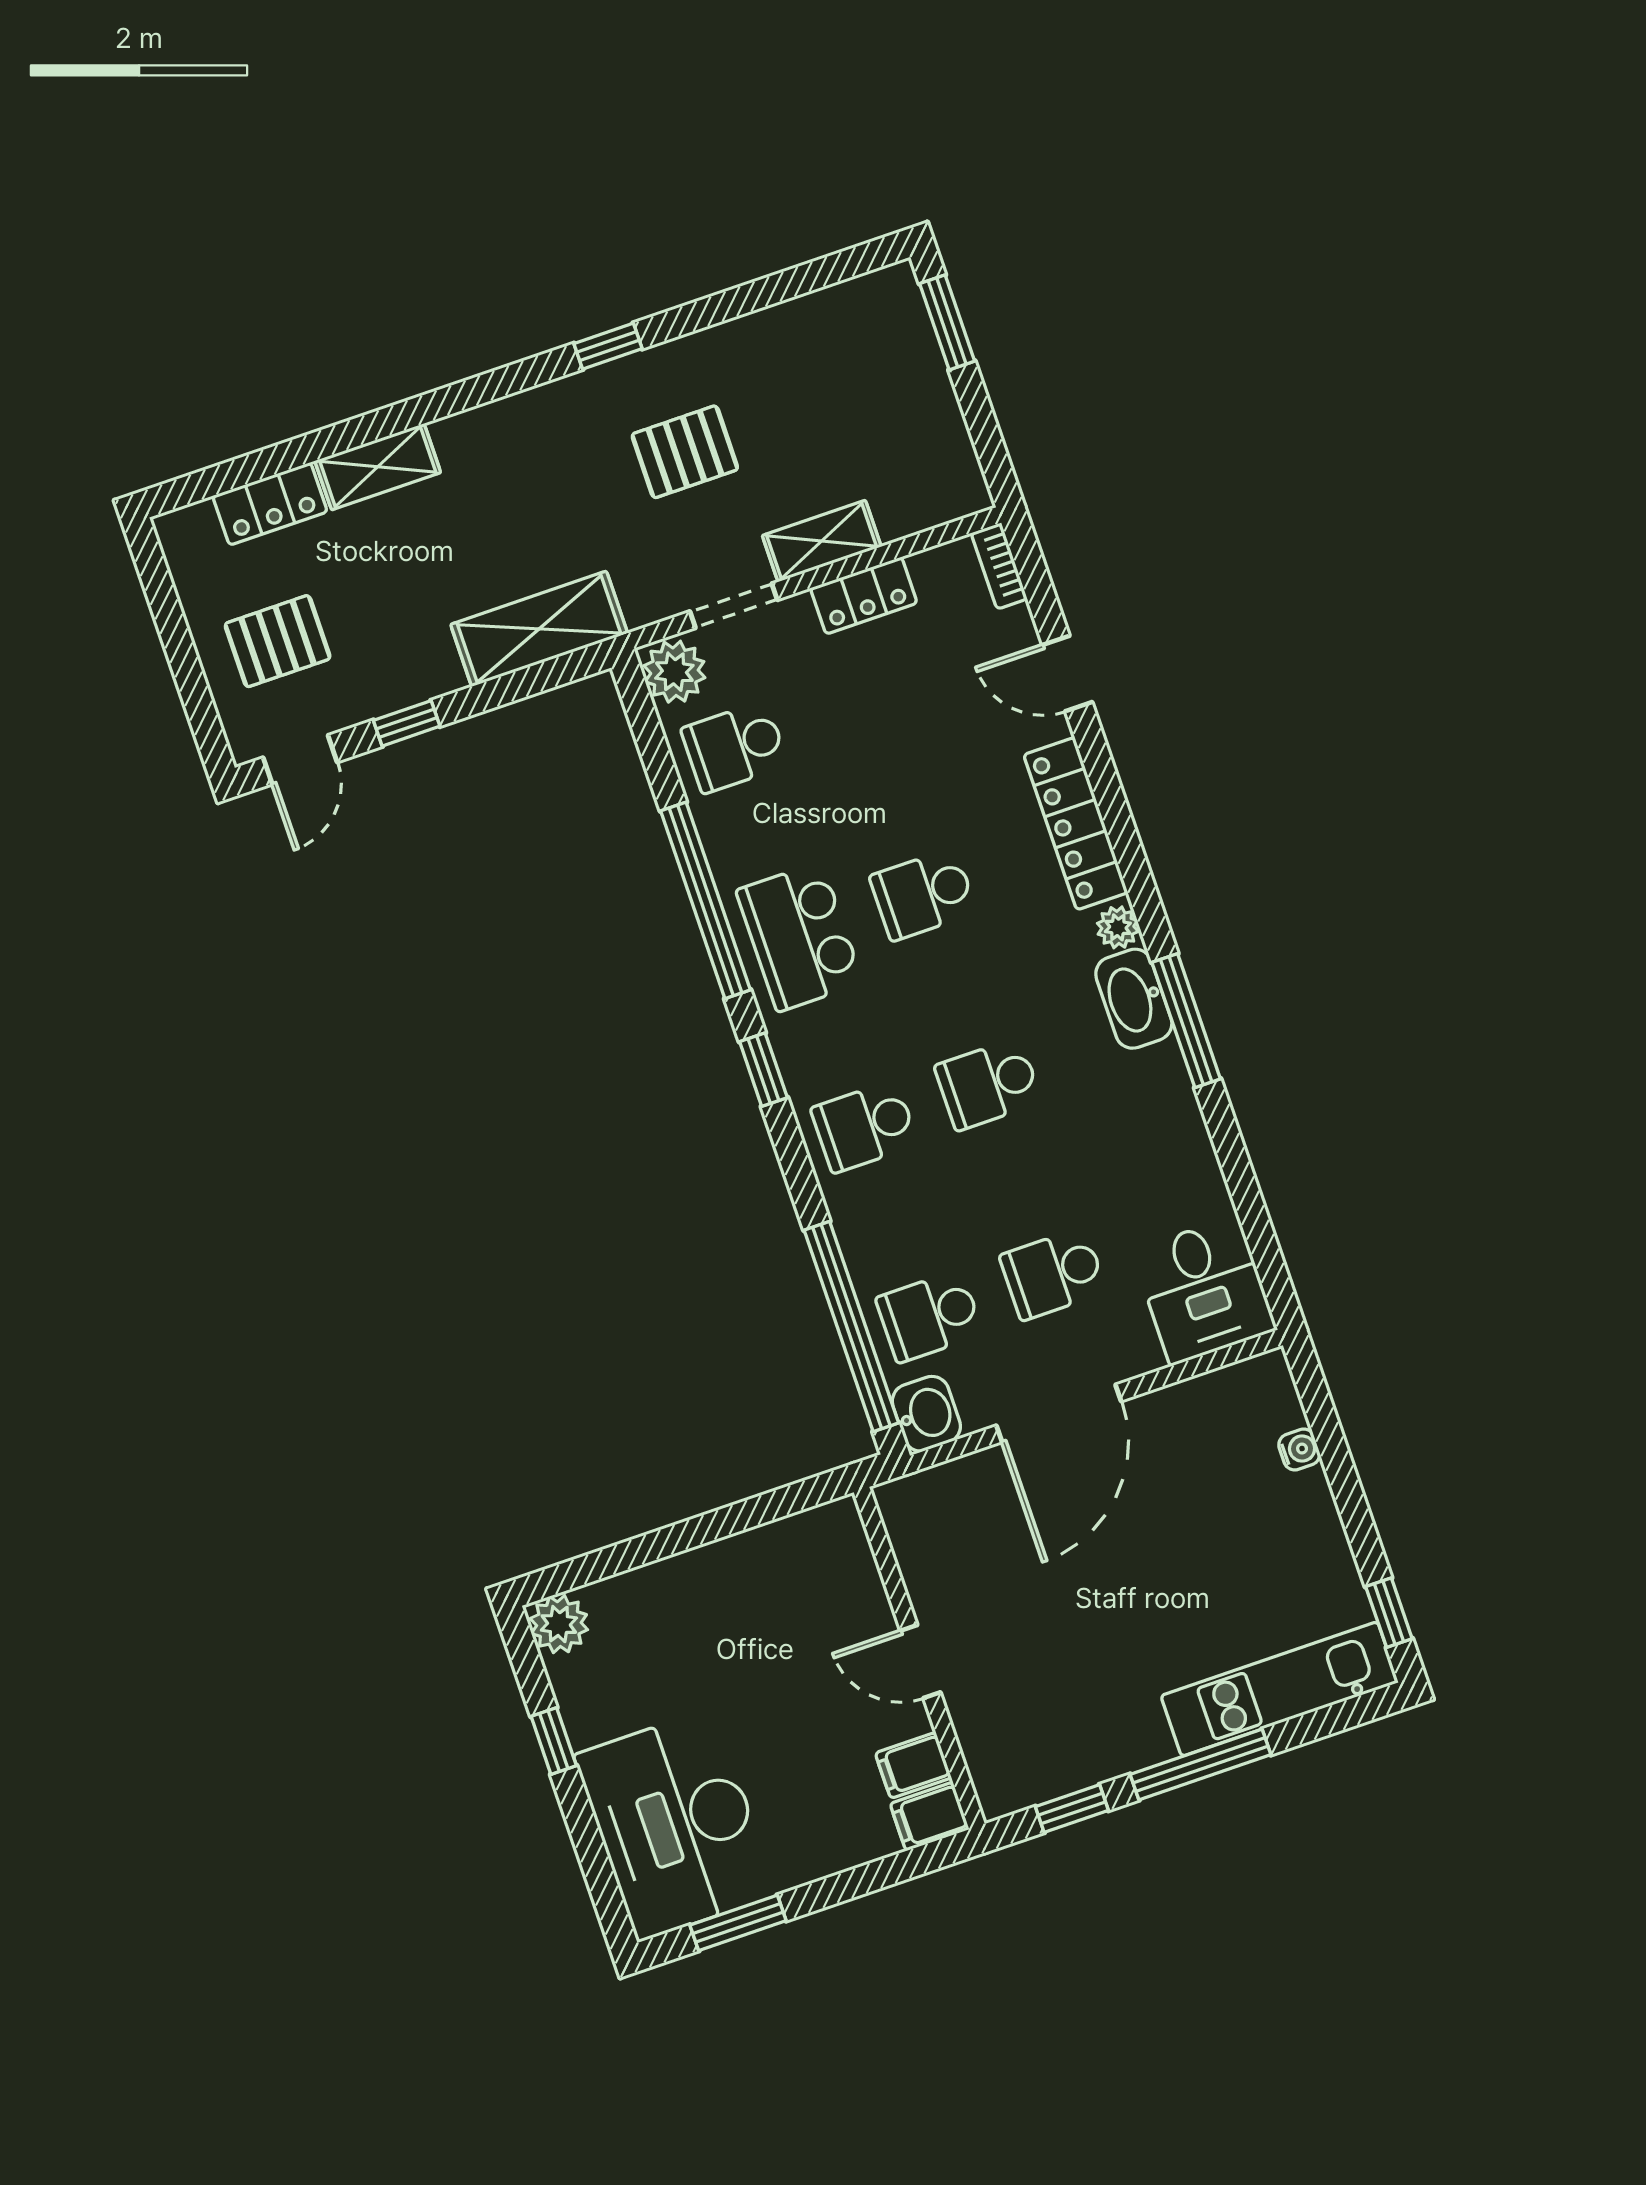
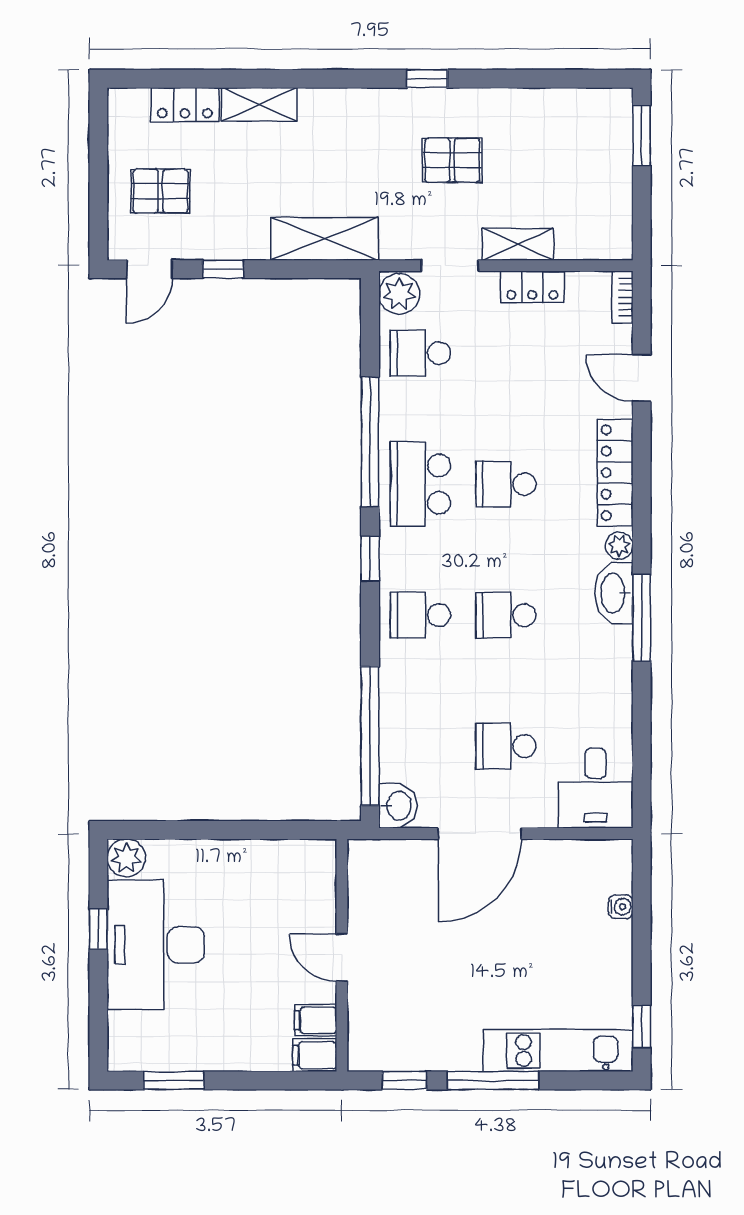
school desk: (929, 1316) -> (420, 746), removed
desk: (675, 1825) -> (156, 945), moved

